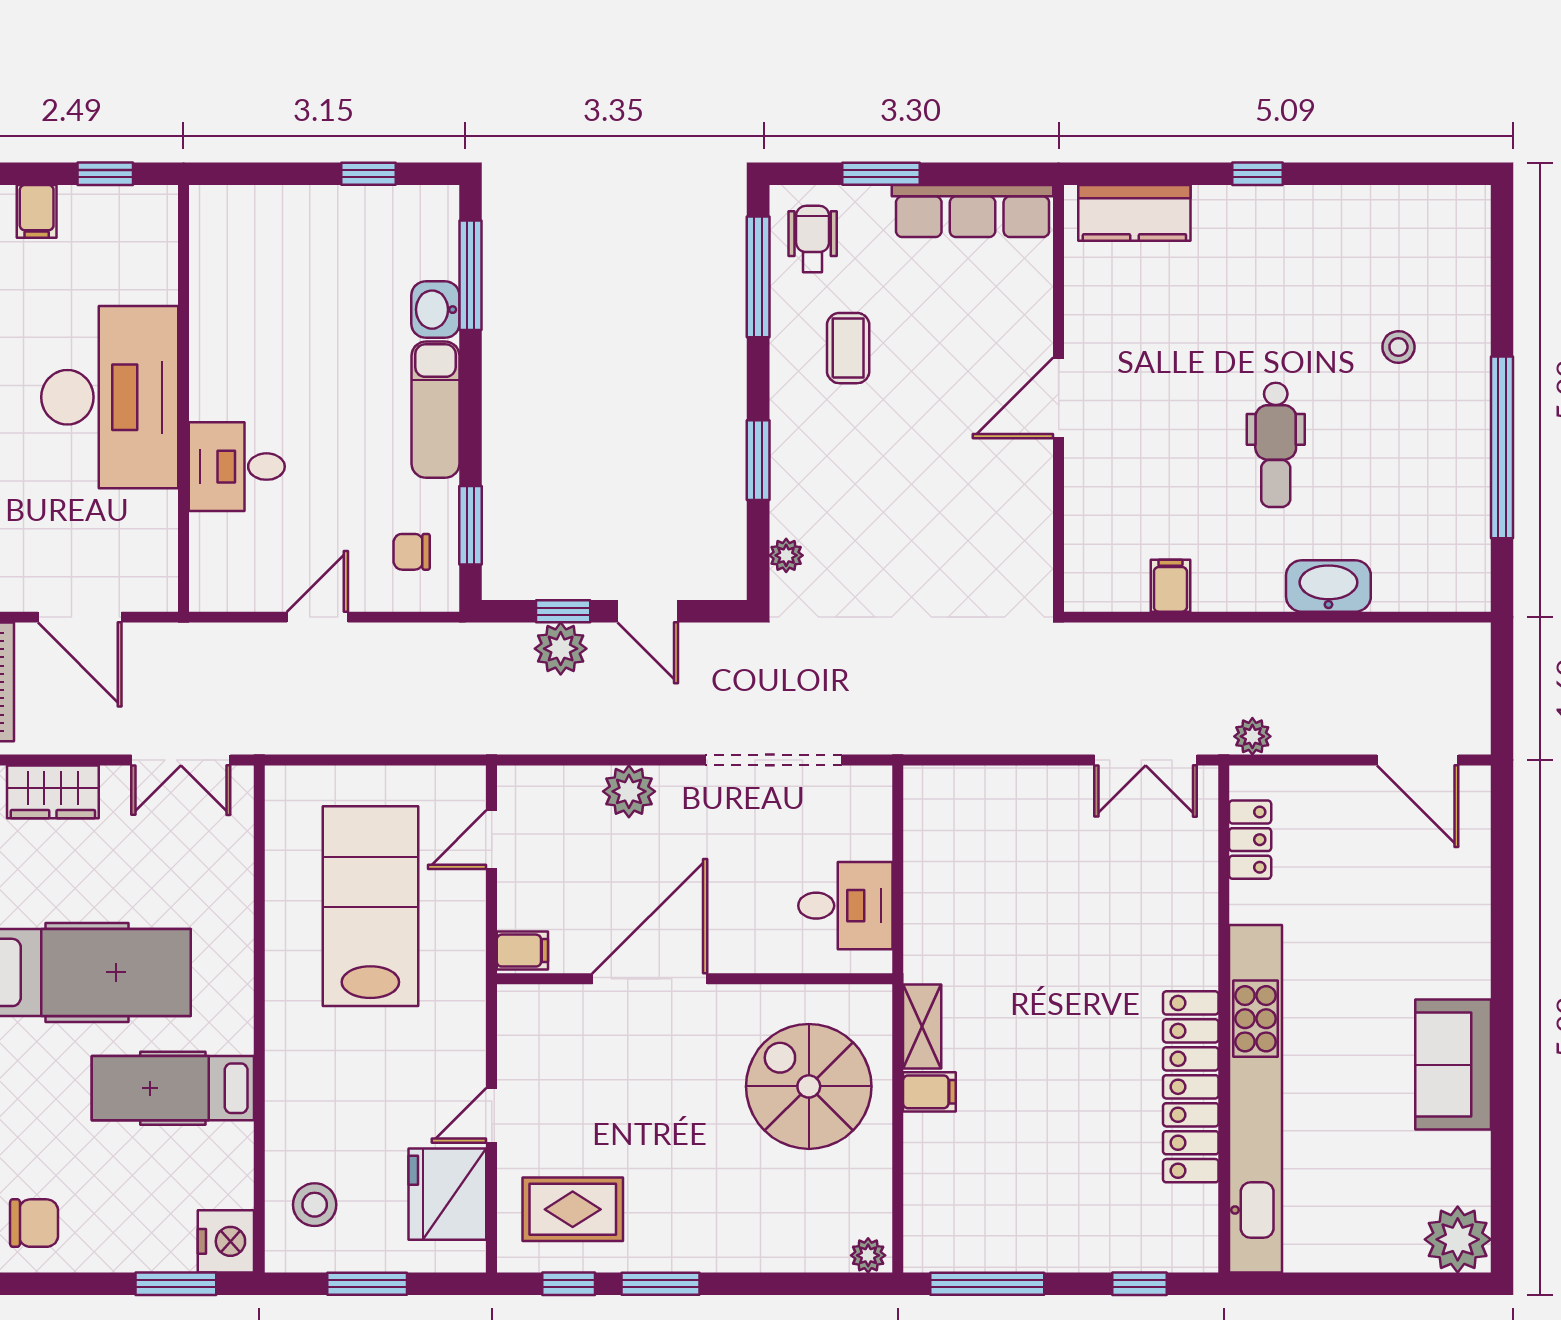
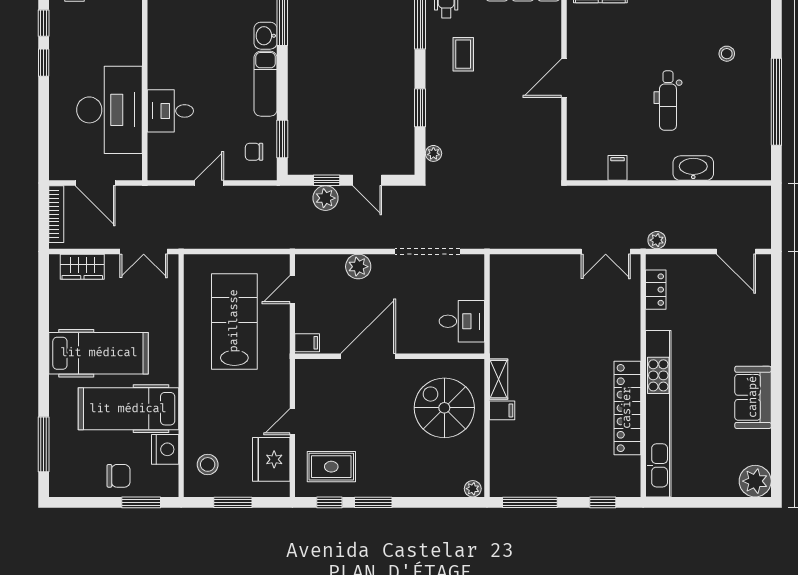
desk: (110, 397) -> (110, 110), moved
hospital bed: (173, 1088) -> (128, 409), width x1.37, depth x1.29
chair: (34, 1223) -> (119, 476), moved
nightstand: (226, 1241) -> (165, 449), moved

